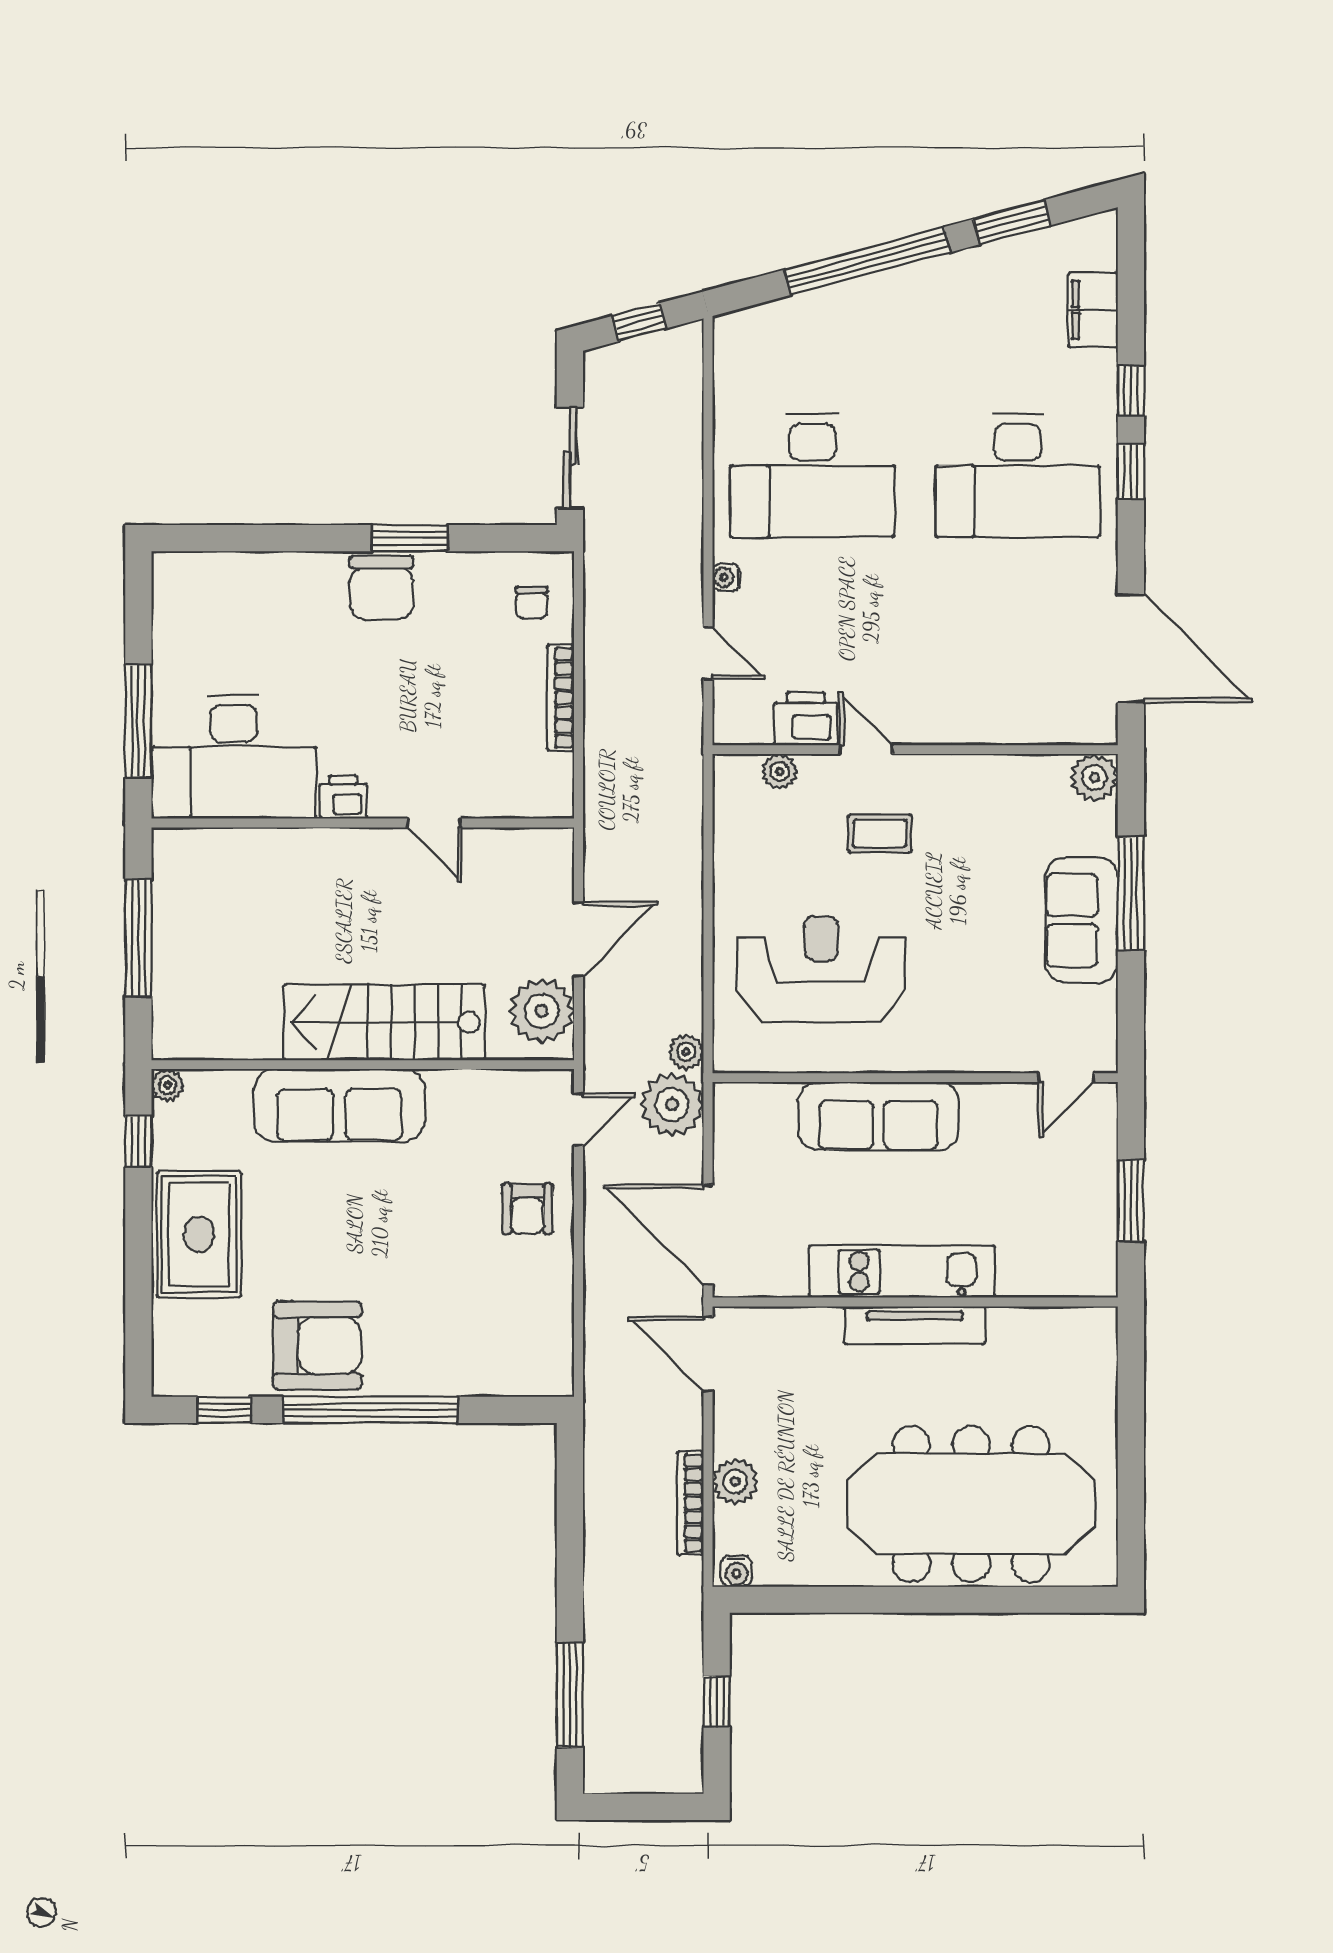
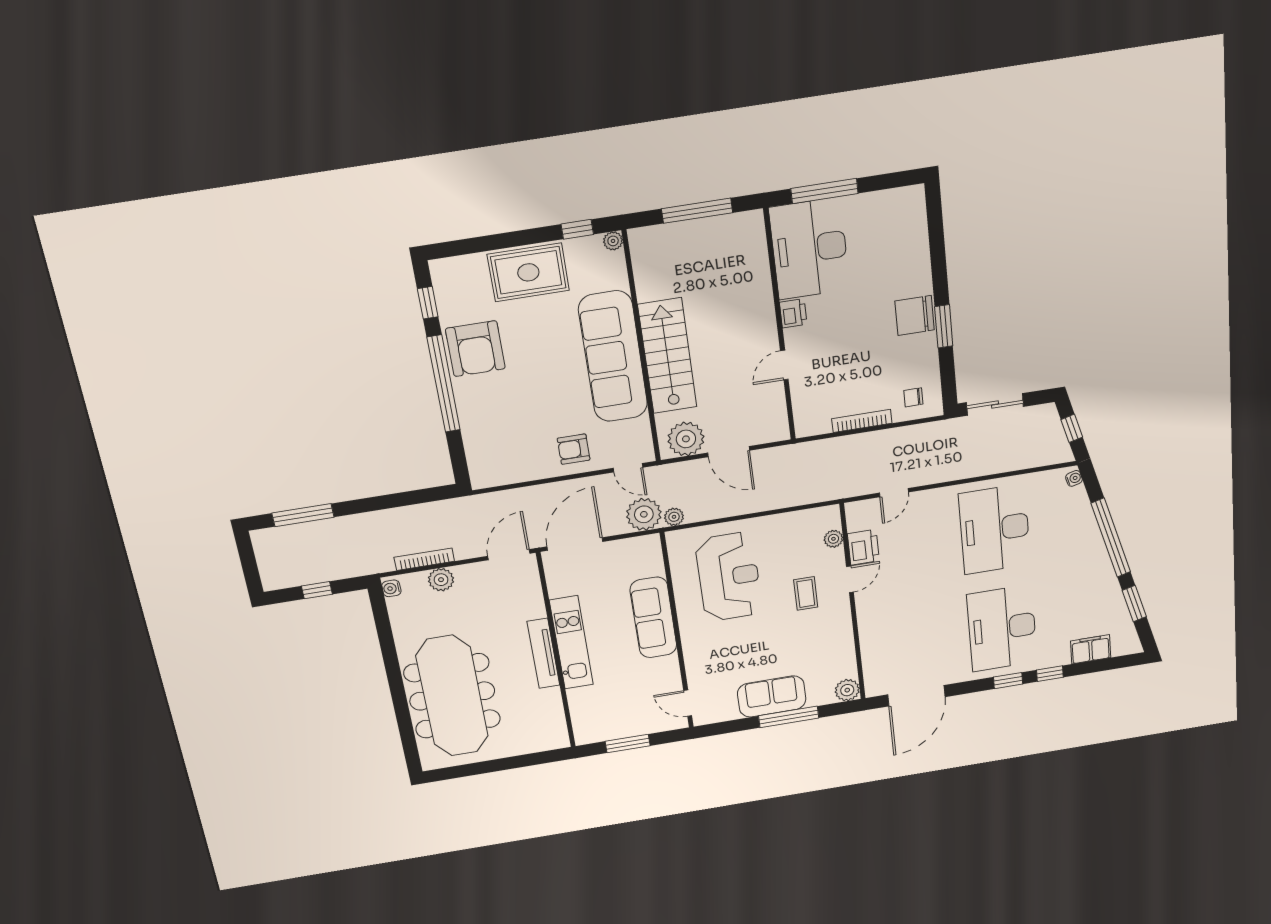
water cooler: (726, 577) -> (1074, 478), moved, turned 75
sofa: (339, 1105) -> (613, 357), width x1.36, depth x1.27

